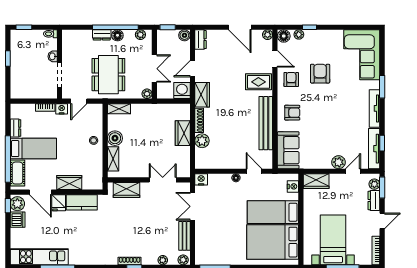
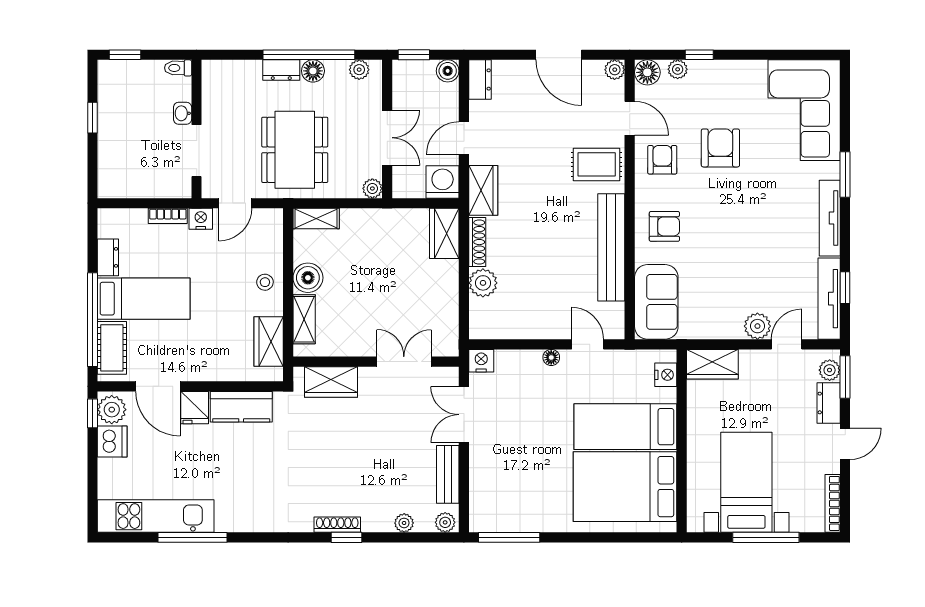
wardrobe: (183, 133) -> (444, 233), moved
wardrobe: (69, 183) -> (269, 341), moved, turned -90

